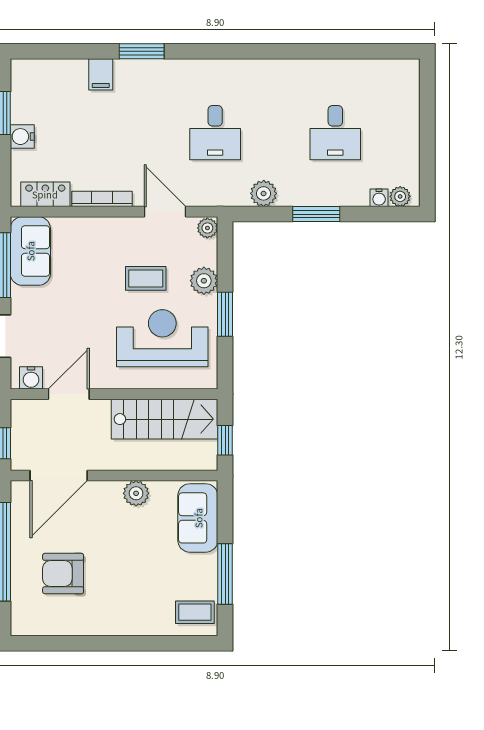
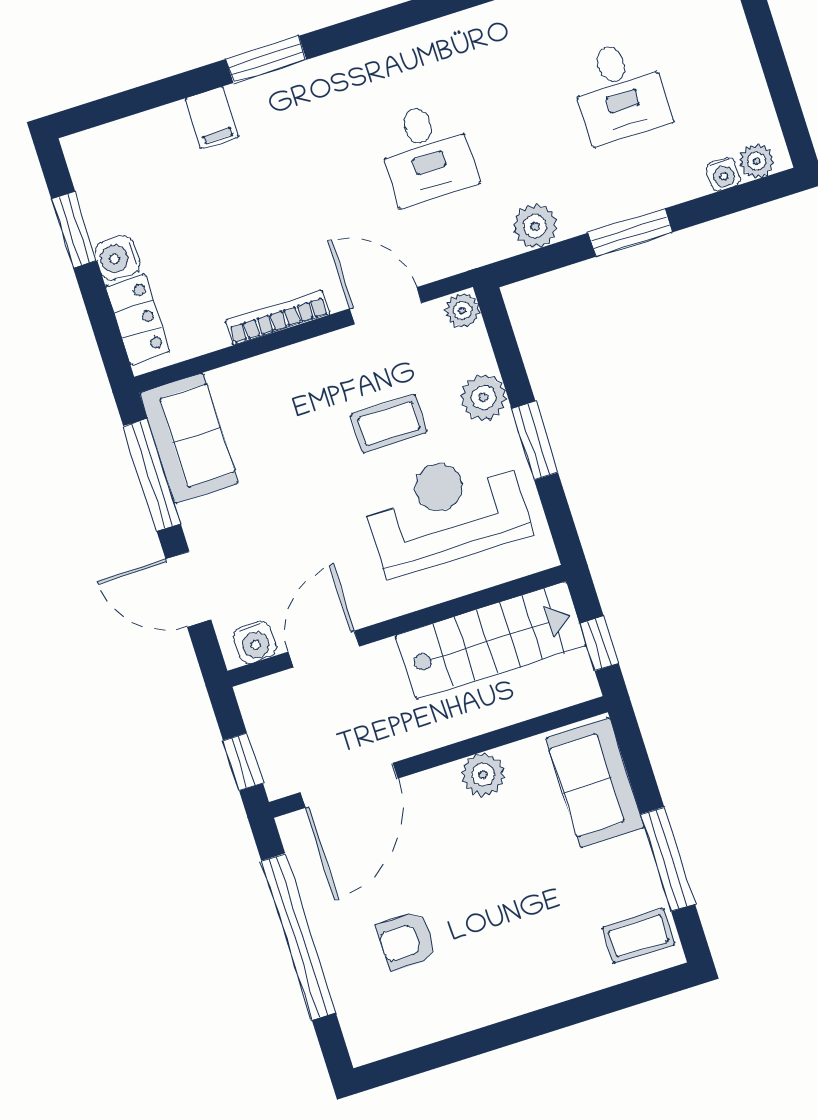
locker: (45, 194) -> (138, 319), moved, turned 90
armchair: (63, 574) -> (406, 941), width x0.72, depth x0.72

